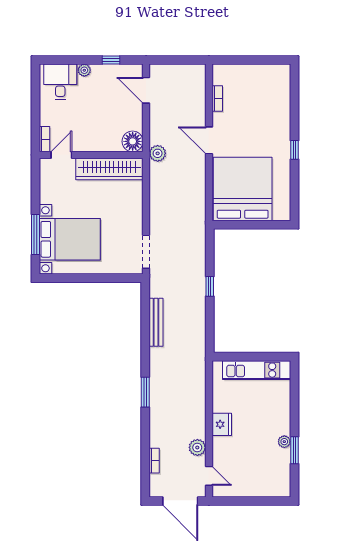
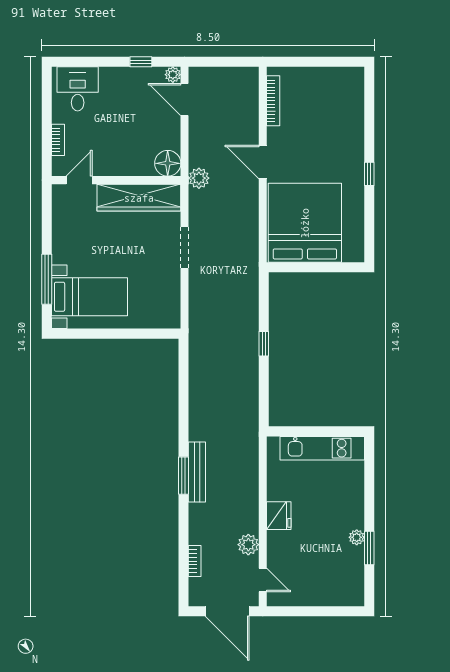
plant: (84, 70) -> (173, 75), moved
bookcase: (217, 99) -> (273, 101), width x1.56
bookcase: (44, 139) -> (58, 140), moved
bed with nightstands: (70, 239) -> (89, 297), width x0.73
doorway: (146, 252) -> (185, 248), moved
bench: (156, 322) -> (197, 472), moved

